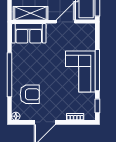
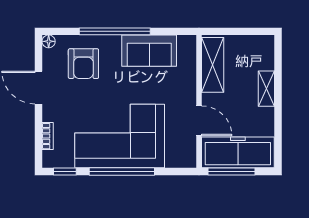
sofa: (29, 33) -> (149, 51), moved, turned -90
corner sofa: (80, 72) -> (120, 136), width x1.36, depth x1.36

